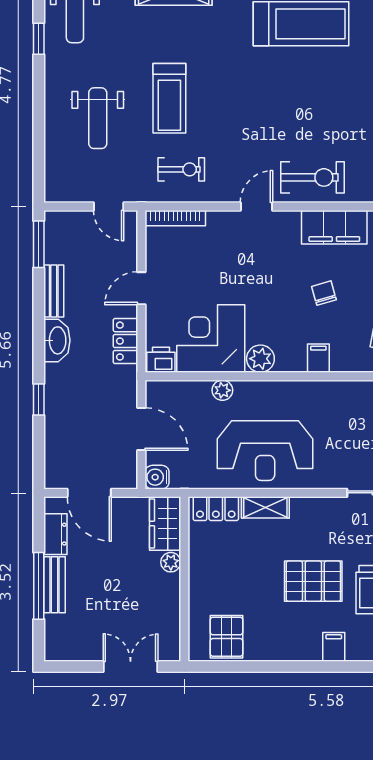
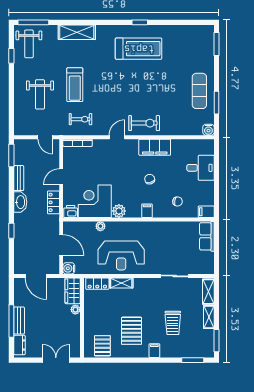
dresser: (55, 534) -> (19, 345), moved
pallet: (313, 581) -> (132, 331), moved, turned 90

